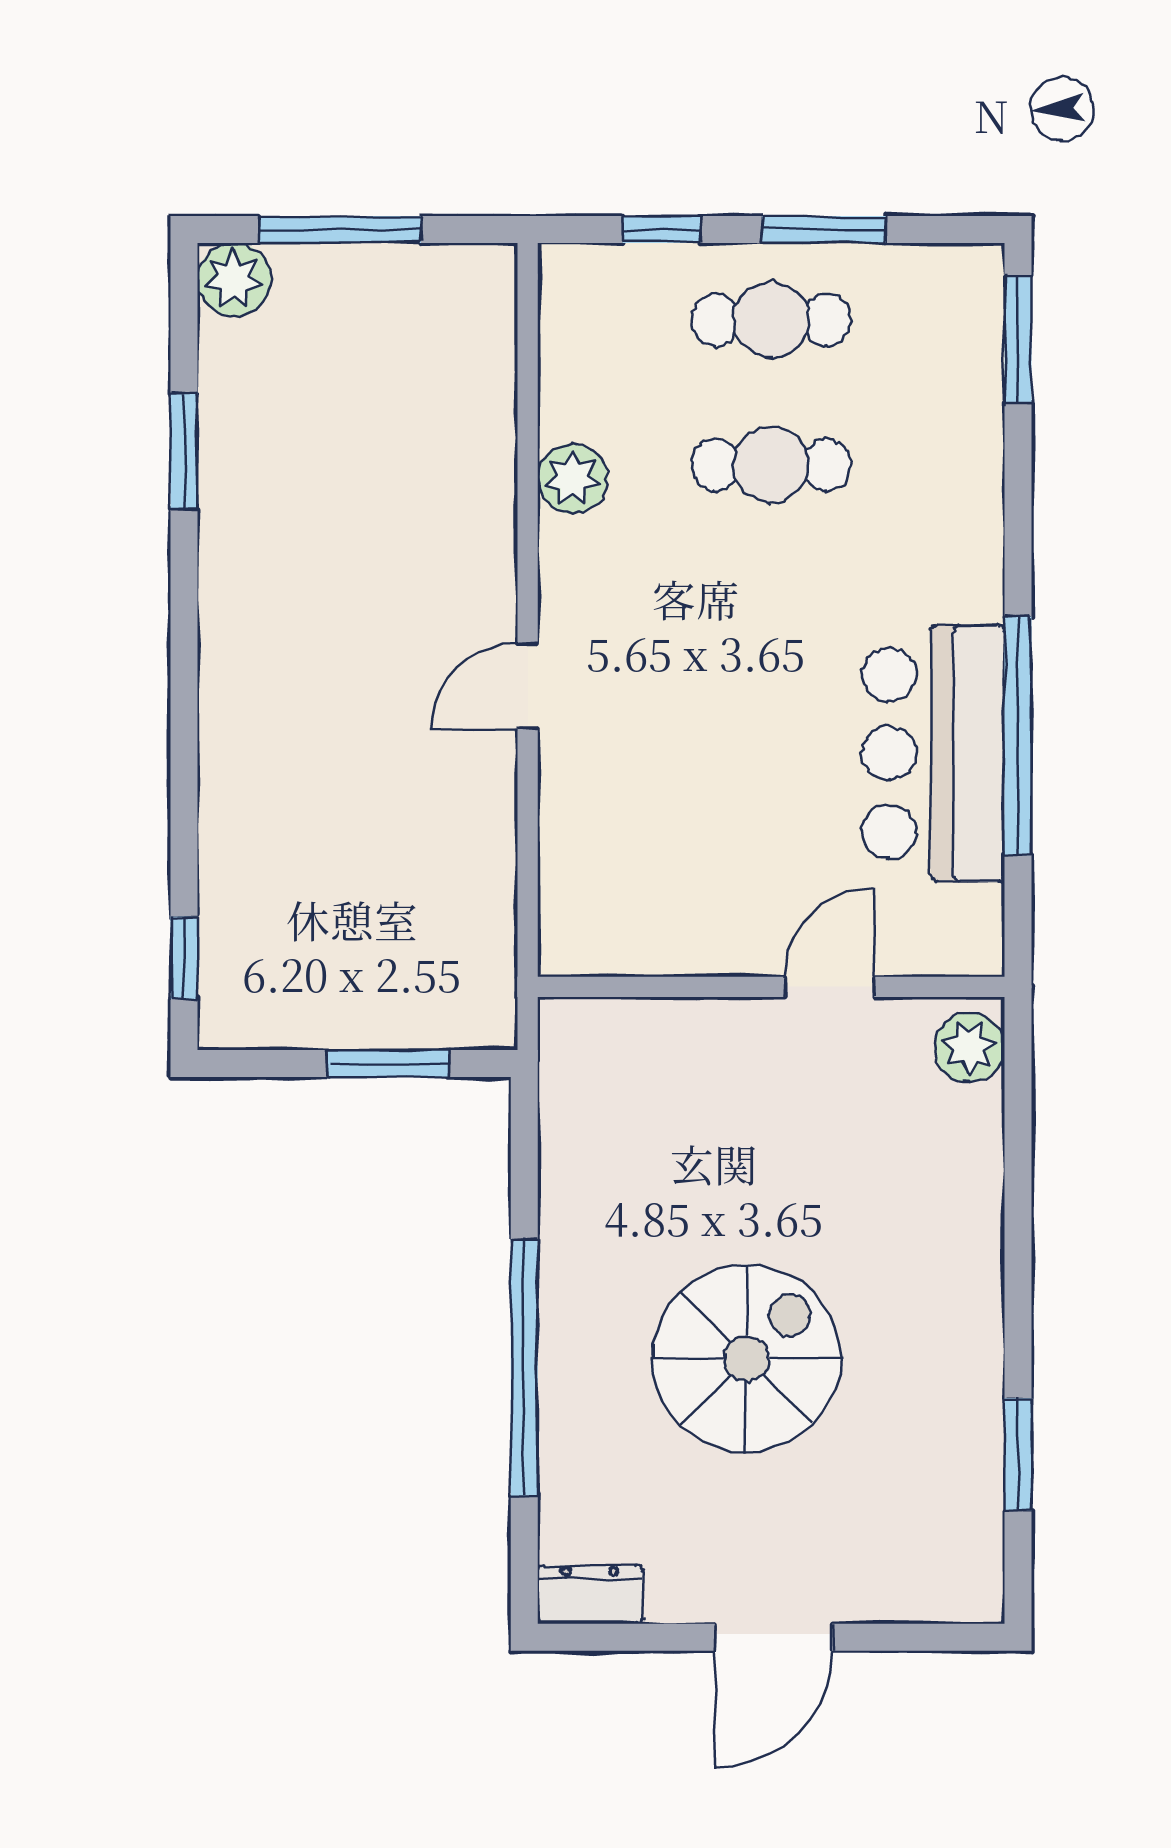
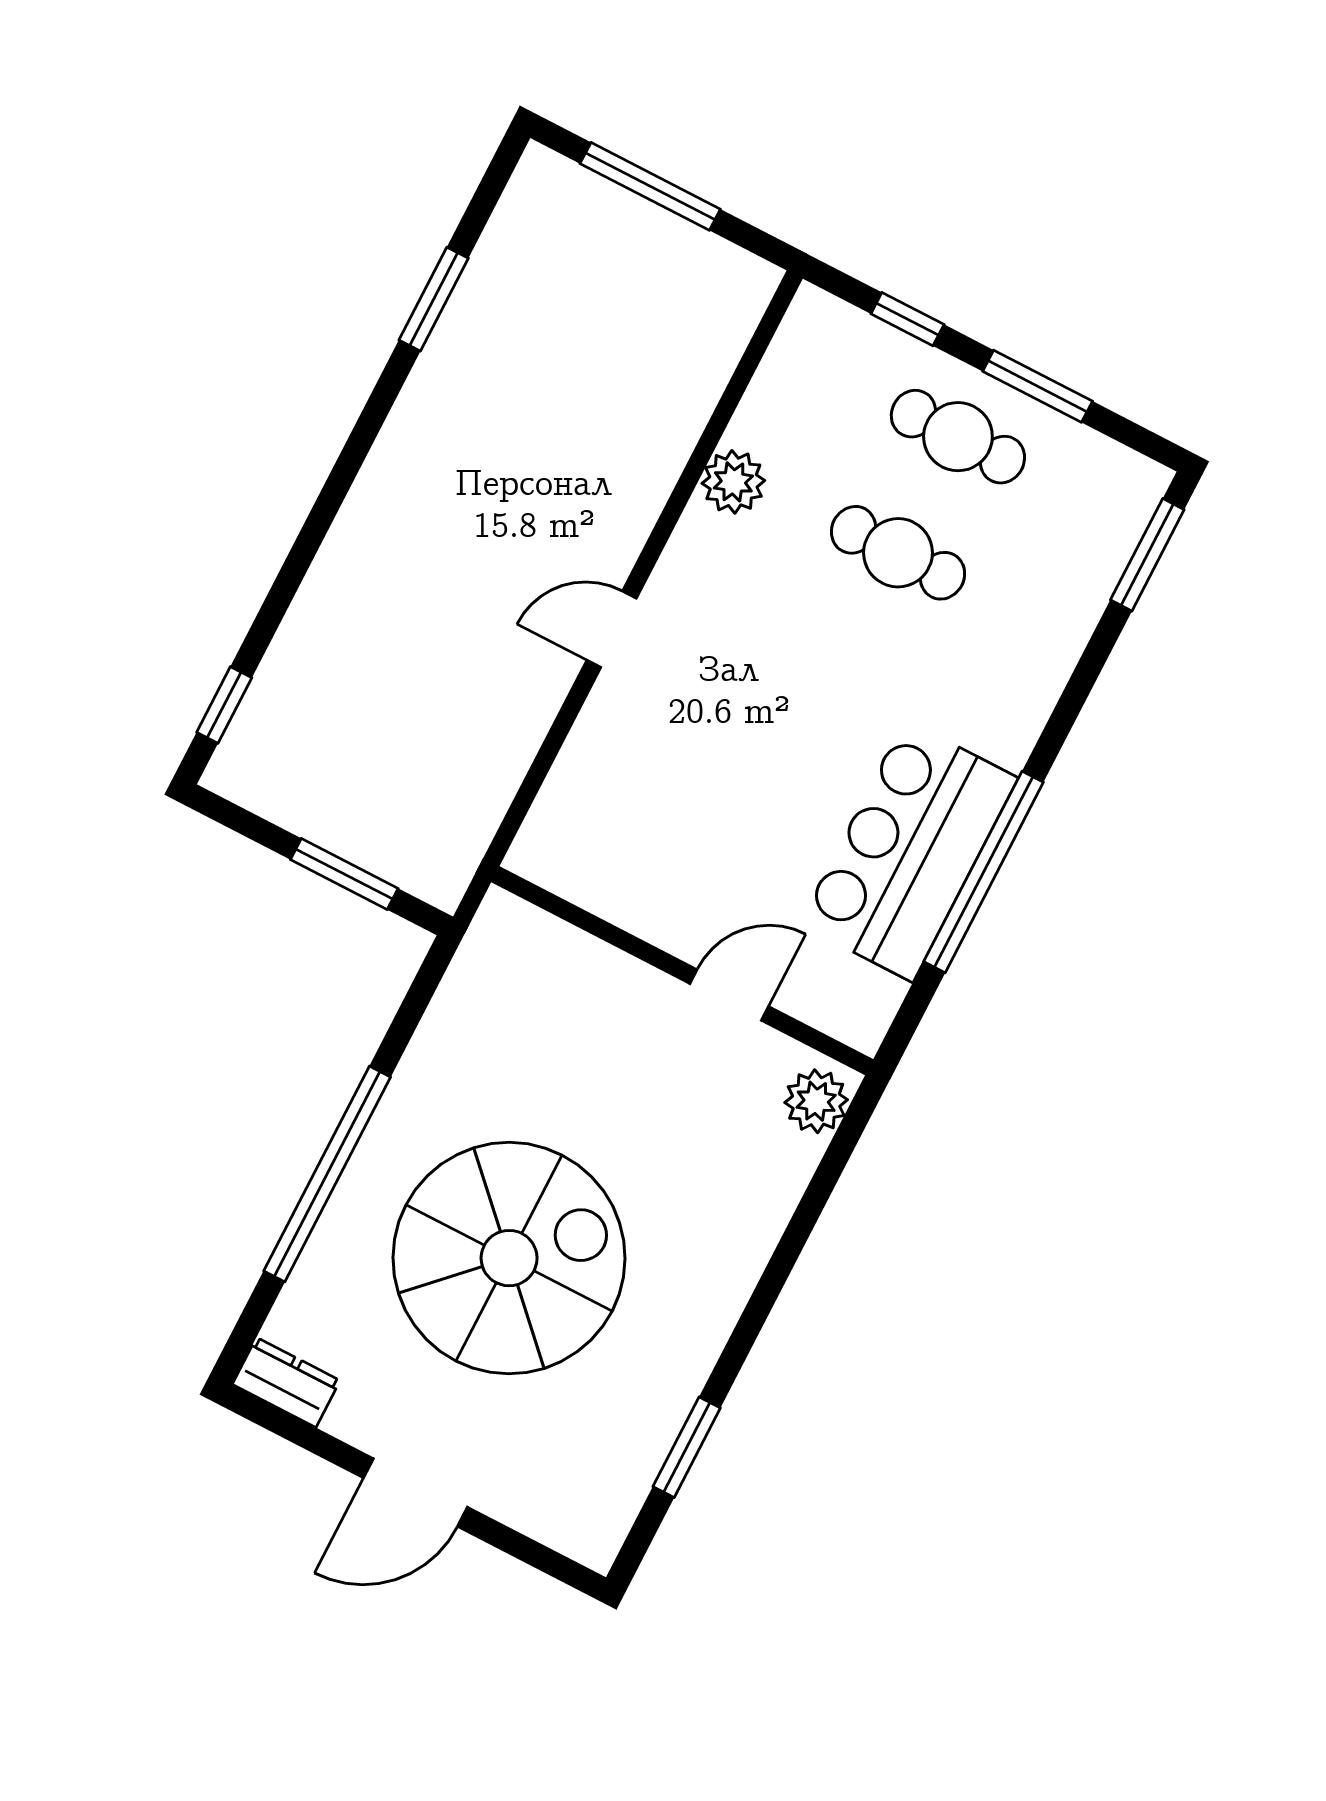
plant: (234, 280) -> (545, 183), removed
spiral stairs: (746, 1358) -> (509, 1258), width x1.37, depth x1.37

